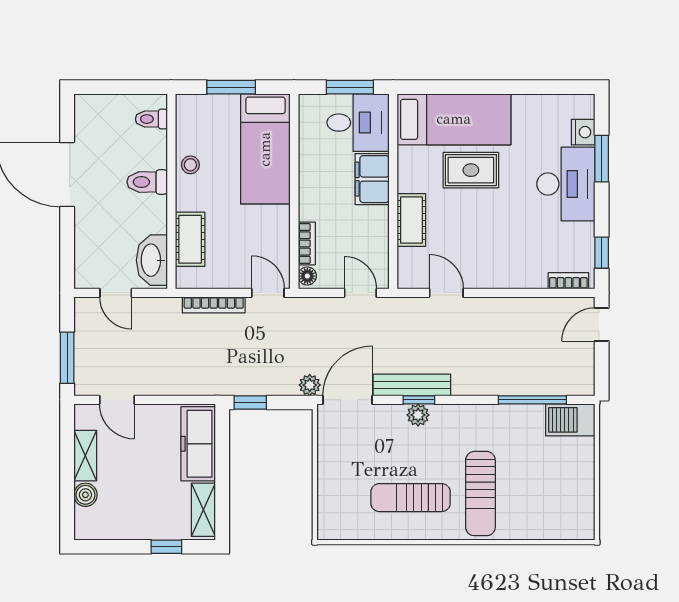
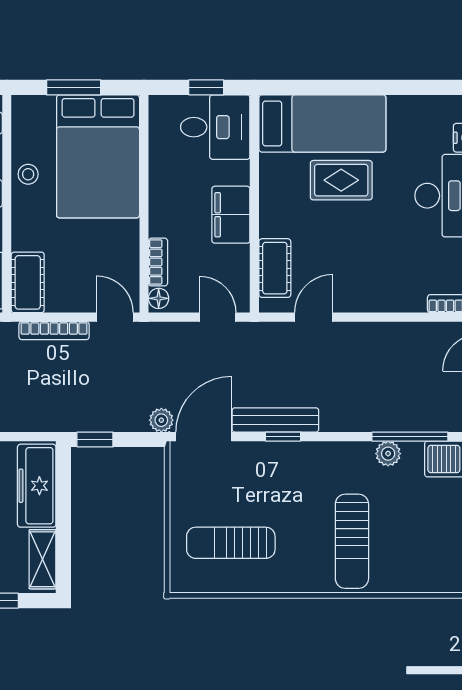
window: (350, 87) -> (206, 87), width x0.67
bed: (265, 149) -> (98, 156), width x1.50
filing cabinet: (372, 179) -> (231, 215), moved
cot: (411, 220) -> (275, 268), moved
cot: (190, 239) -> (28, 282), moved
door: (446, 293) -> (314, 317), hinge flipped
plant: (418, 415) -> (388, 454), moved
sun lounger: (411, 498) -> (231, 543), moved

